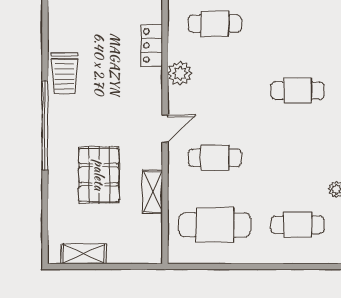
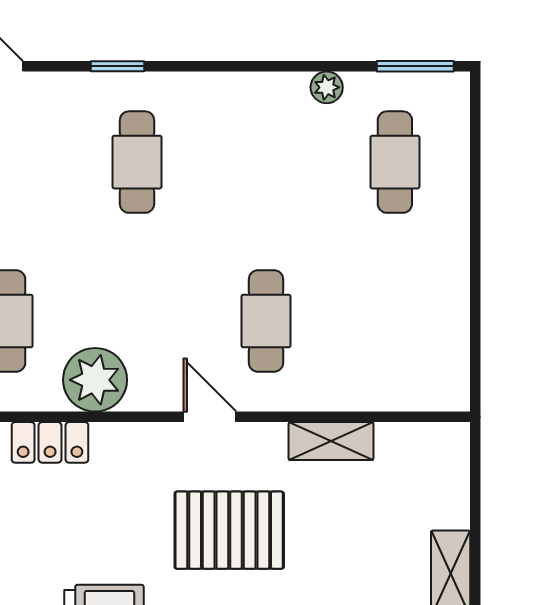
plant: (180, 73) -> (95, 380), width x1.36, depth x1.36
pallet: (99, 175) -> (229, 530), moved
cafe table: (215, 225) -> (395, 321), removed

